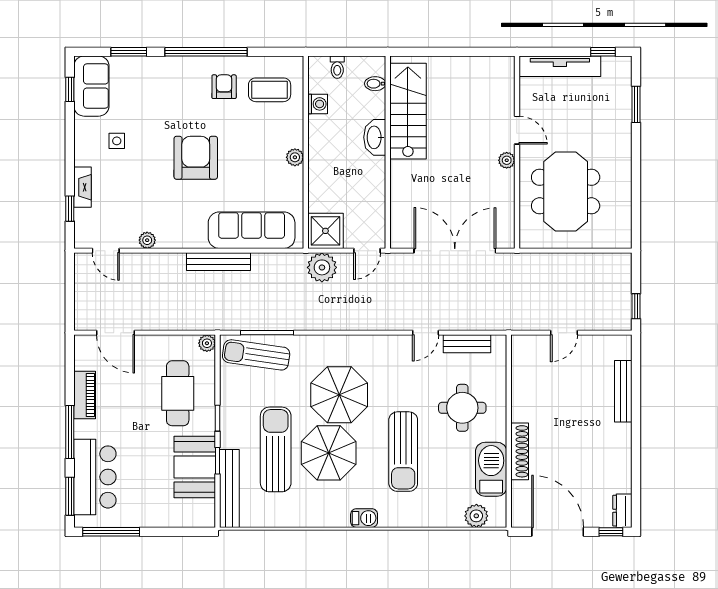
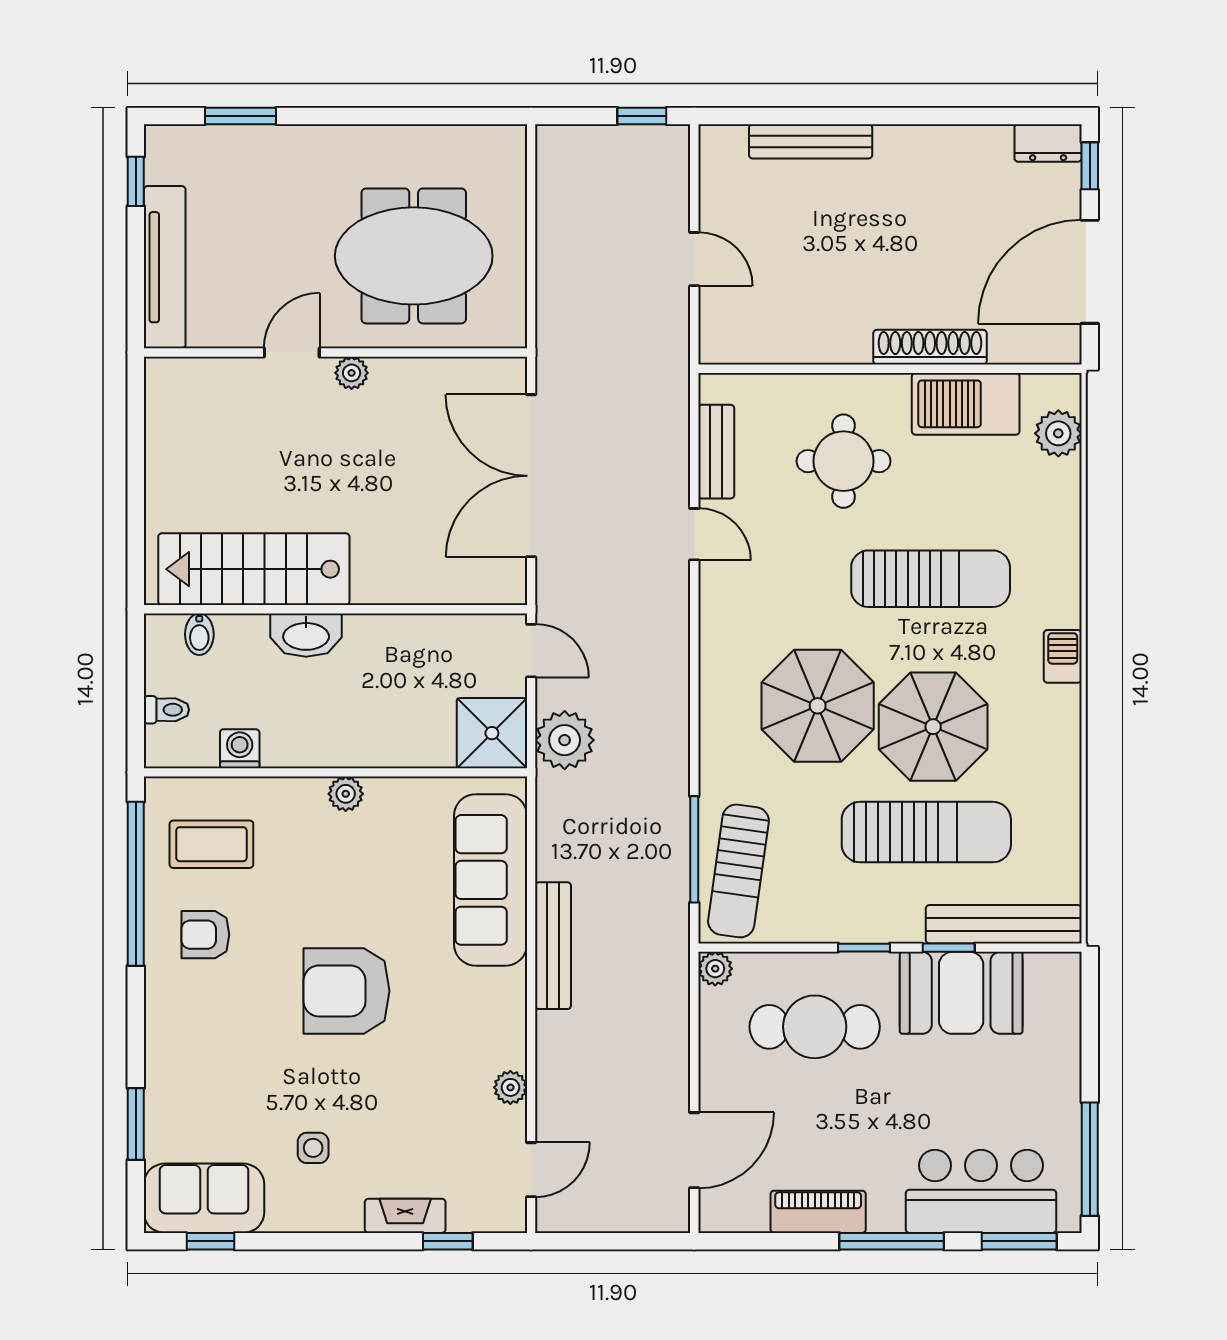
window: (206, 52) -> (136, 884), moved
coffee table: (270, 90) -> (211, 844), turned 90
sun lounger: (276, 449) -> (926, 832), turned 180

